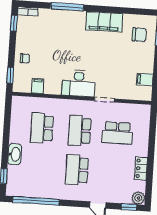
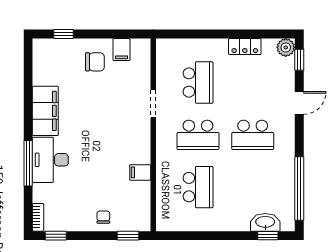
chair: (139, 35) -> (95, 62), moved, turned 90
desk: (79, 83) -> (50, 160), moved, turned 180
filing cabinet: (38, 86) -> (140, 172), moved
school desk: (42, 128) -> (198, 187), turned -90
washbasin: (15, 154) -> (265, 222), moved

